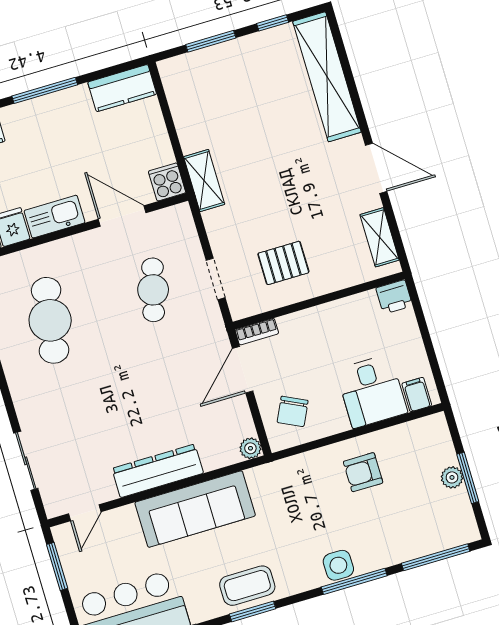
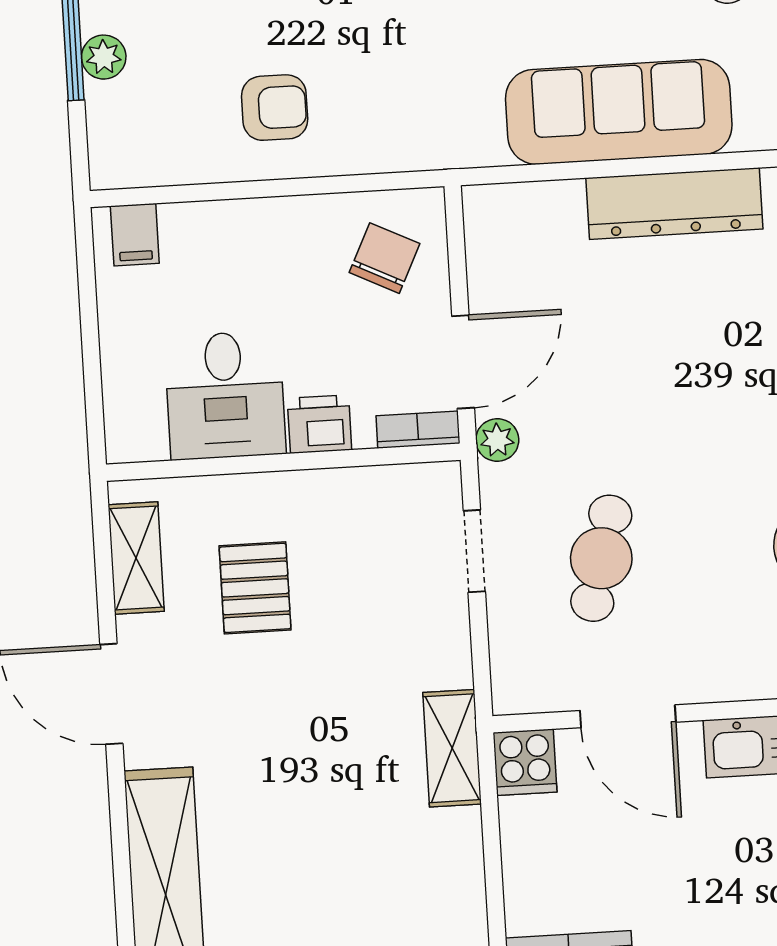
pallet: (283, 263) -> (255, 588), moved, turned 90
printer: (394, 297) -> (319, 424), moved
desk: (372, 391) -> (225, 395), moved, turned 180
plant: (250, 448) -> (497, 440), moved

